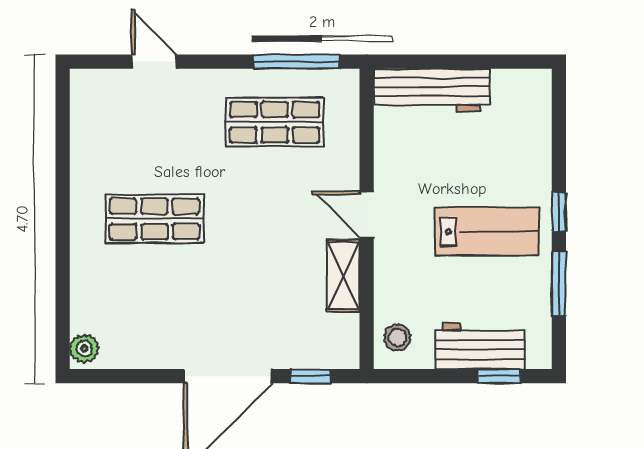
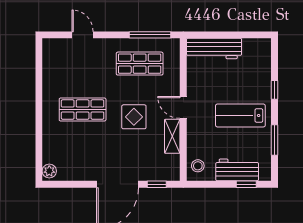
window: (559, 212) -> (275, 90), moved
lab bench: (487, 232) -> (240, 115), turned 180
display table: (263, 234) -> (134, 117), added

